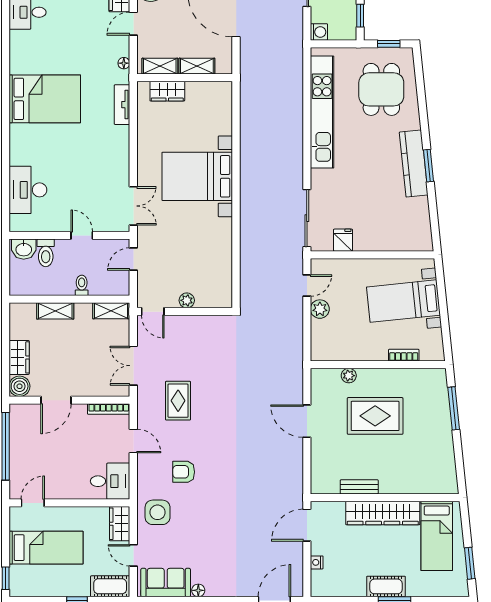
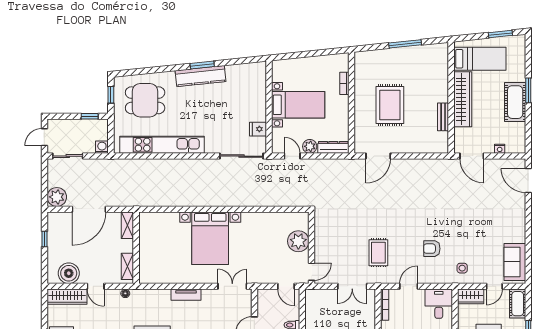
shelving: (197, 66) -> (127, 225), moved
wardrobe: (167, 91) -> (146, 261), removed
tv unit: (122, 105) -> (186, 295), moved
door: (133, 259) -> (286, 286), moved
plant: (187, 300) -> (298, 241), width x1.88, depth x1.88
bed with nightstands: (403, 301) -> (298, 105), moved, turned -84
shelving: (111, 311) -> (311, 303), removed
dresser: (319, 340) -> (333, 147), added
plant: (349, 376) -> (360, 125), removed
rug: (178, 401) -> (378, 253), turned 90
window: (454, 408) -> (405, 44), moved
door: (307, 421) -> (378, 156), moved
armchair: (184, 472) -> (432, 249), turned 90
side table: (158, 512) -> (462, 268), width x0.54, depth x0.54
cot: (386, 586) -> (515, 102), width x1.37, depth x1.34
floor lamp: (198, 590) -> (521, 238), removed

